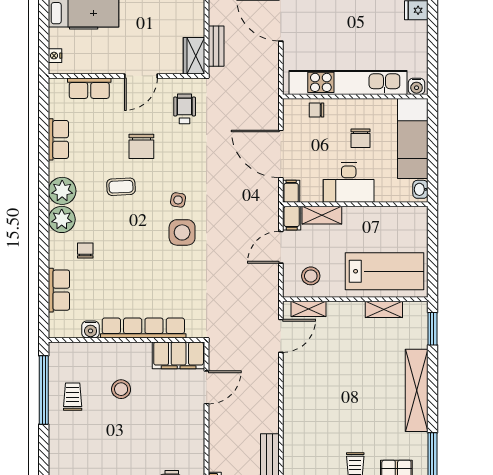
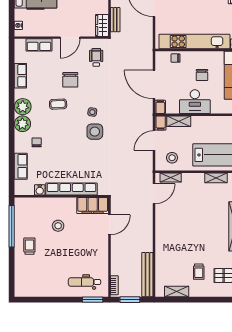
trolley: (73, 397) -> (29, 246), moved

